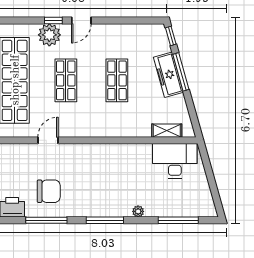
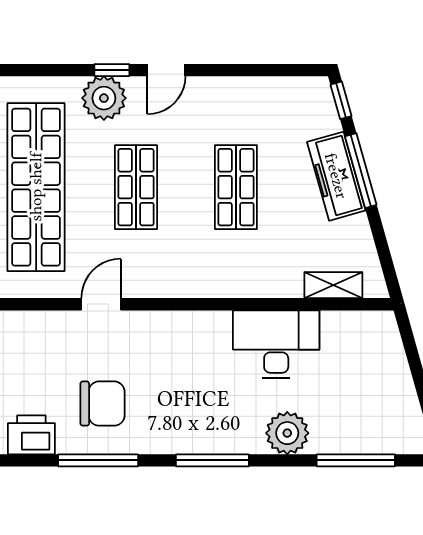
desk: (175, 161) -> (276, 344), moved
plant: (138, 211) -> (287, 433), width x1.87, depth x1.87

